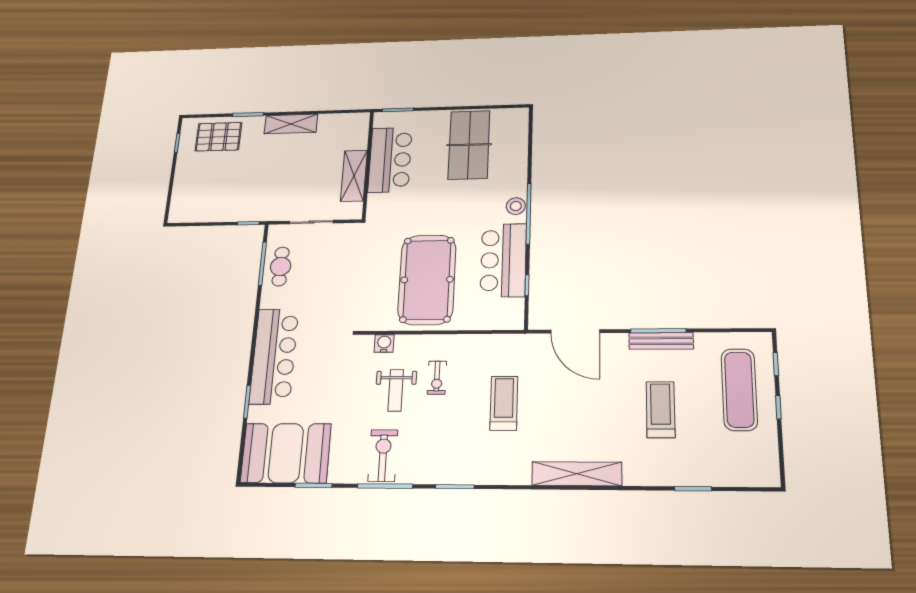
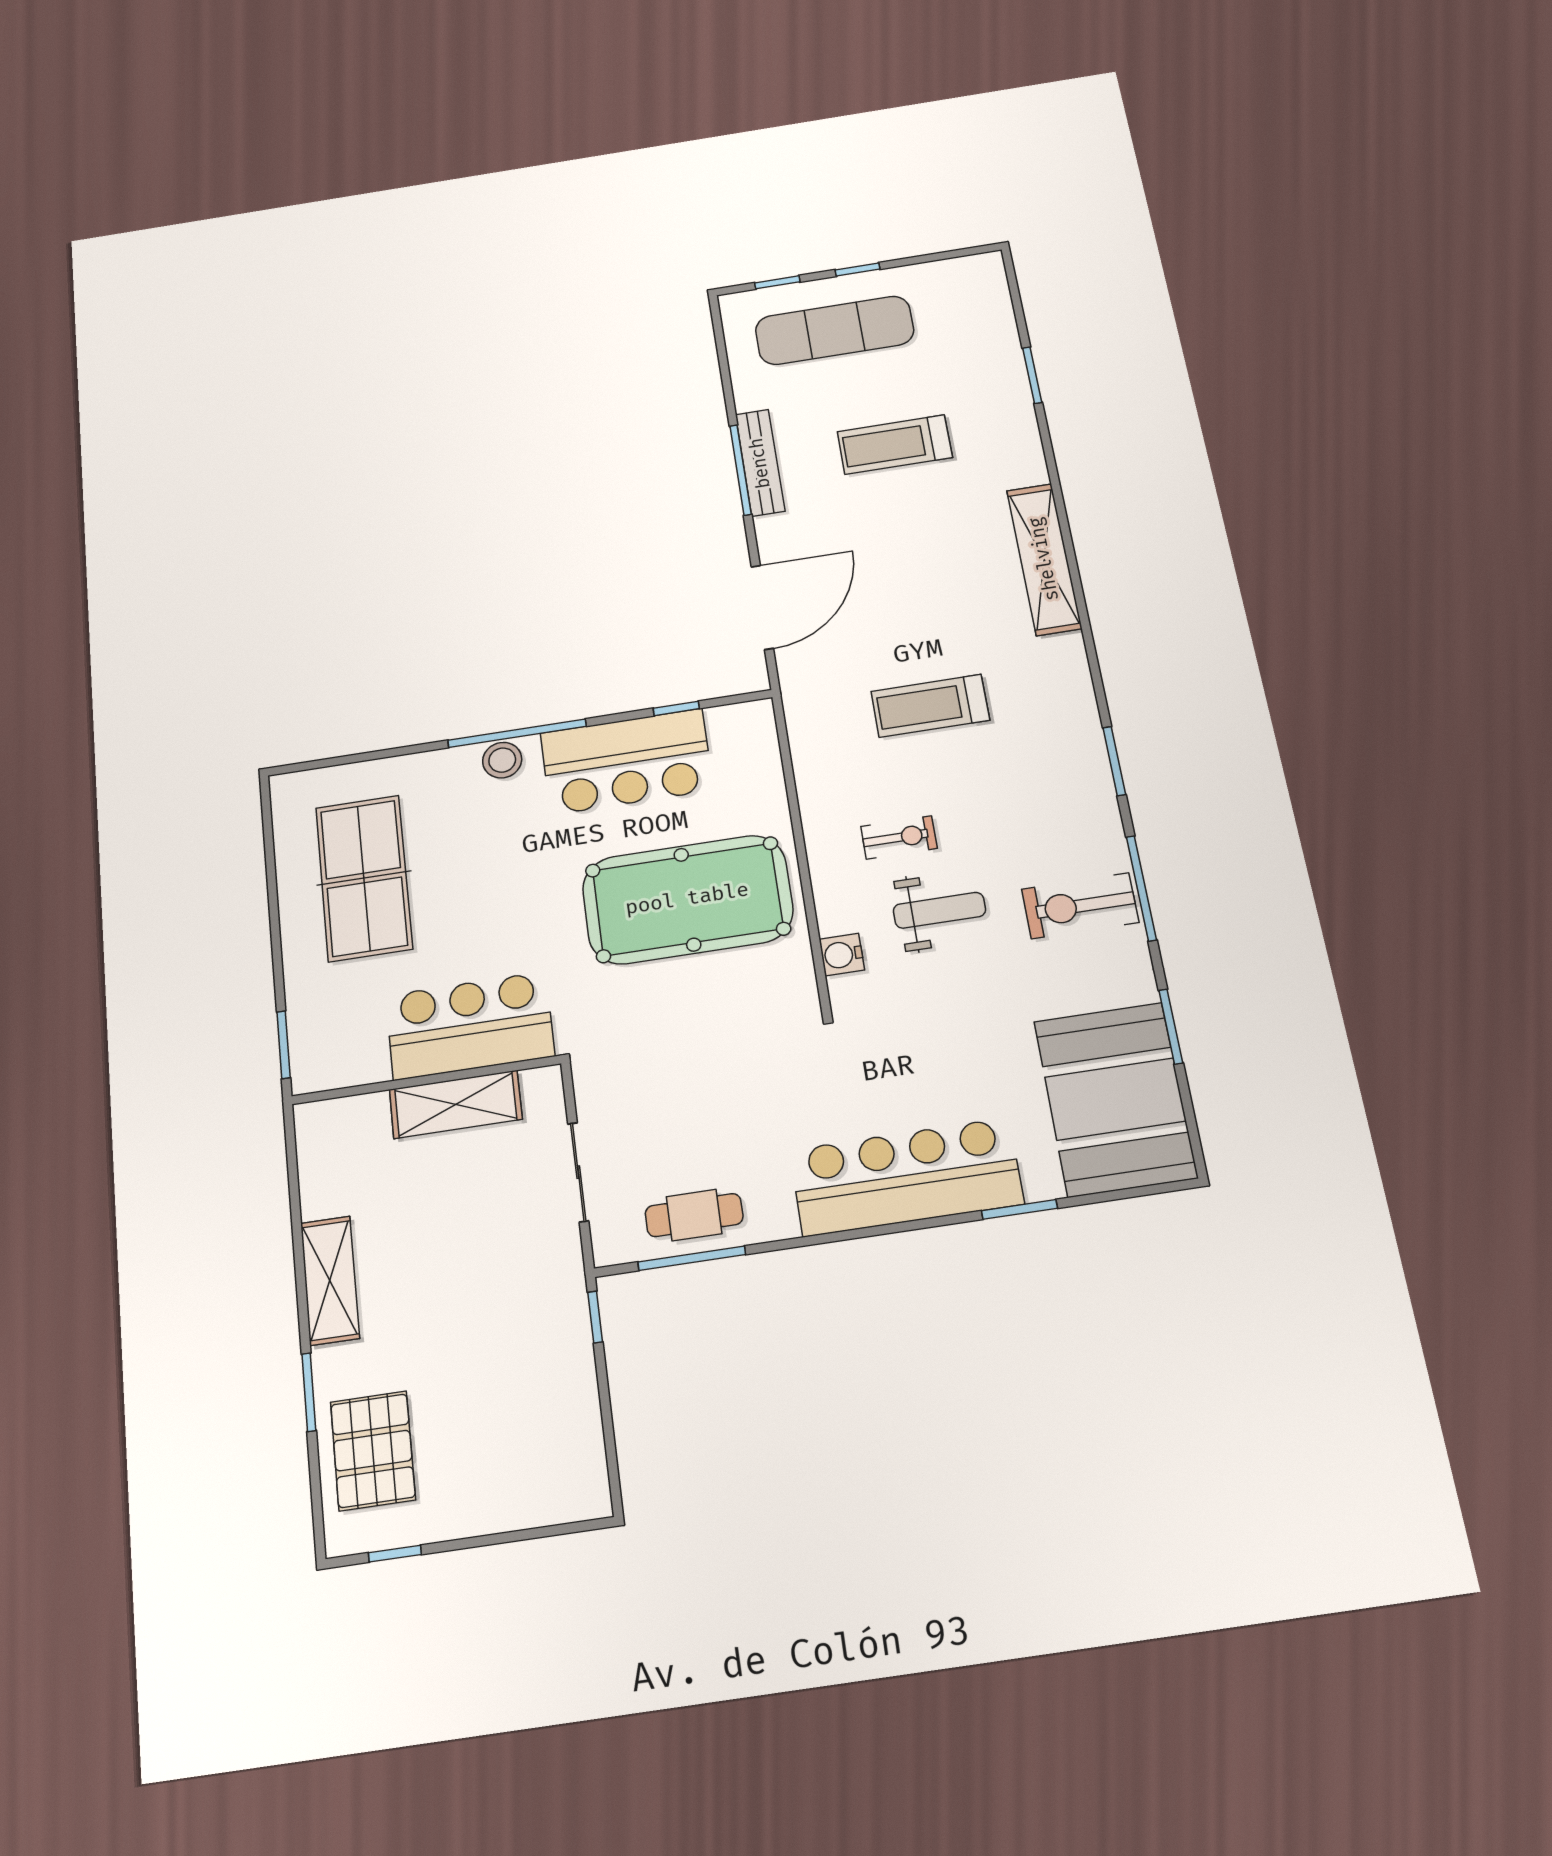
table tennis table: (469, 145) -> (364, 878), turned 90
bar counter: (390, 160) -> (470, 1026), moved

